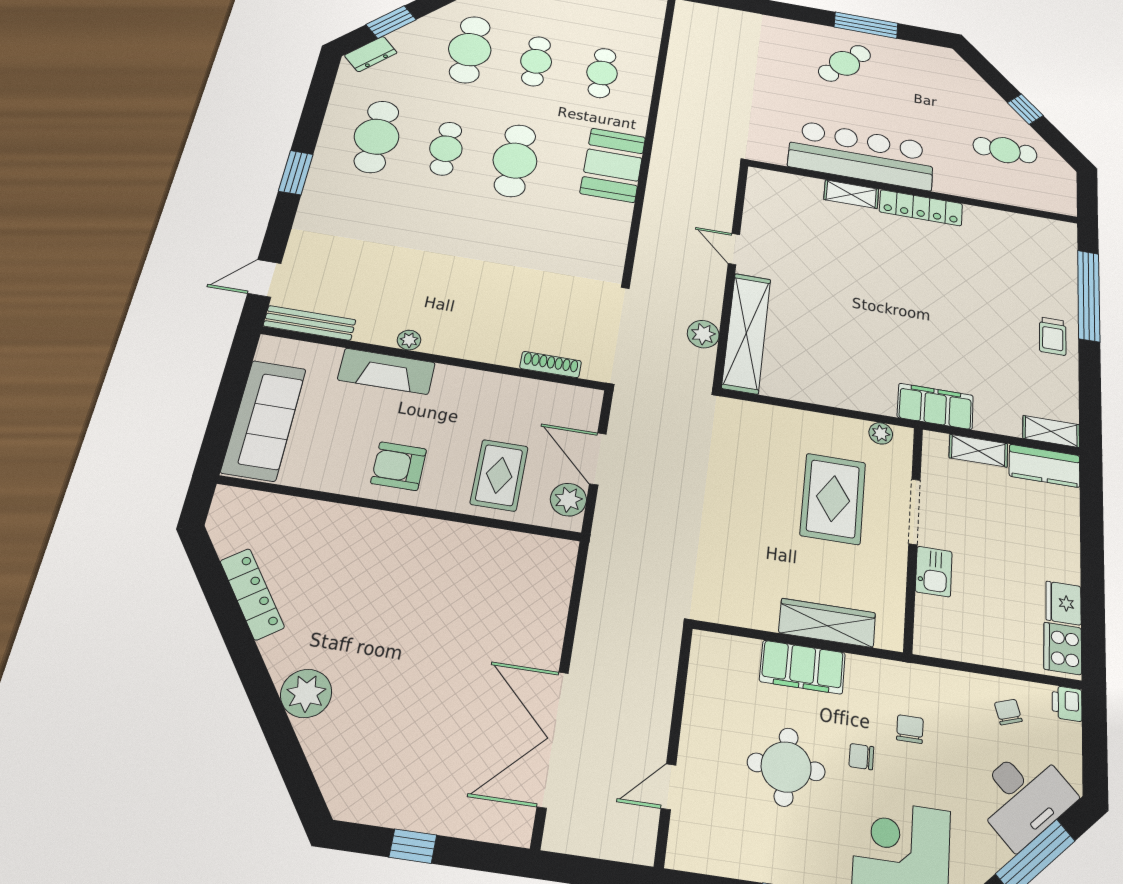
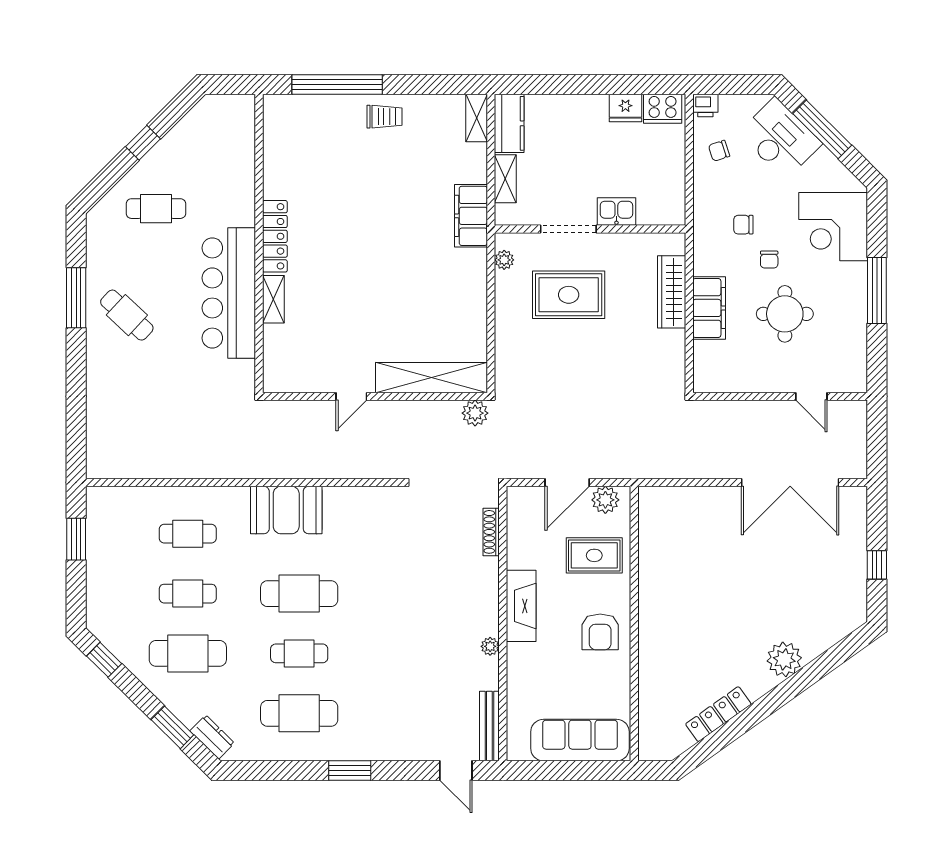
cafe table: (1005, 150) -> (156, 209), moved, turned 90
plant: (703, 334) -> (475, 413), moved
fireplace: (387, 371) -> (521, 606), moved

